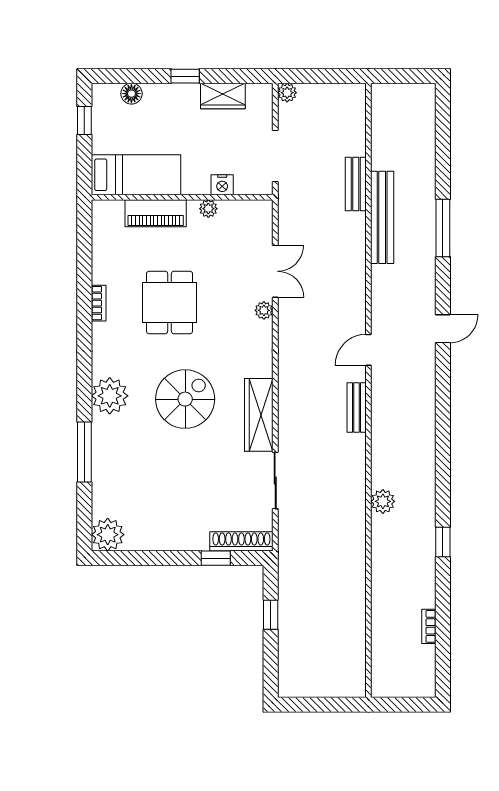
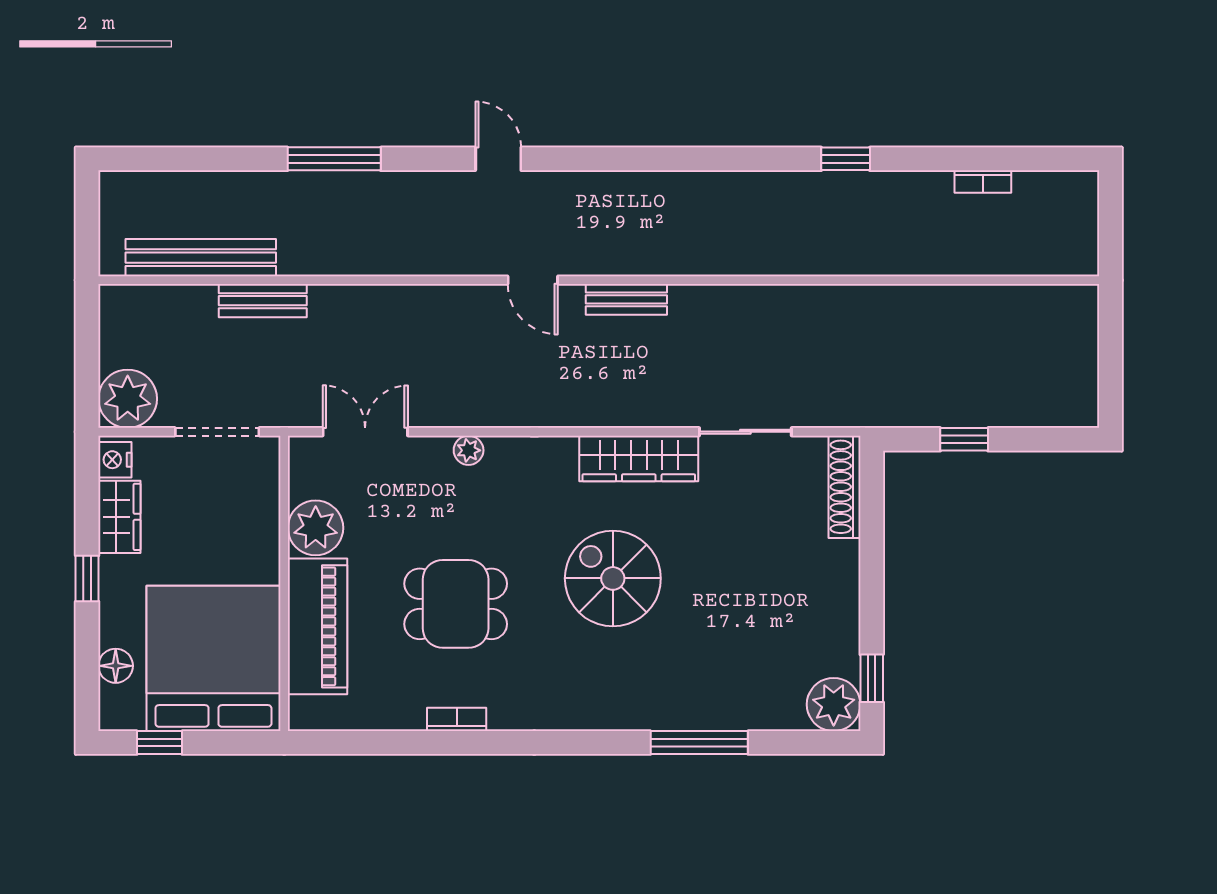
plant: (287, 93) -> (128, 399), width x1.87, depth x1.87
bed: (136, 175) -> (213, 658), width x2.04
nightstand: (222, 185) -> (115, 460), moved, turned 180
plant: (208, 209) -> (316, 528), width x1.87, depth x1.87
piano: (156, 213) -> (317, 626), width x1.37, depth x1.33
bench: (382, 217) -> (201, 258), moved
double door: (275, 271) -> (365, 432), moved
plant: (110, 396) -> (608, 701), removed
plant: (383, 501) -> (780, 257), removed
window: (216, 558) -> (872, 678), moved

